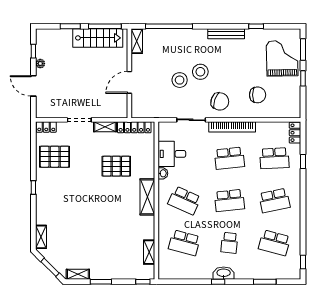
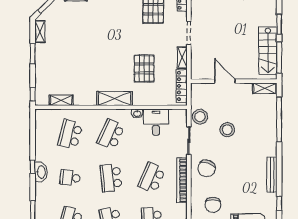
stool: (200, 72) -> (200, 117), moved
school desk: (229, 158) -> (152, 178), turned 30

